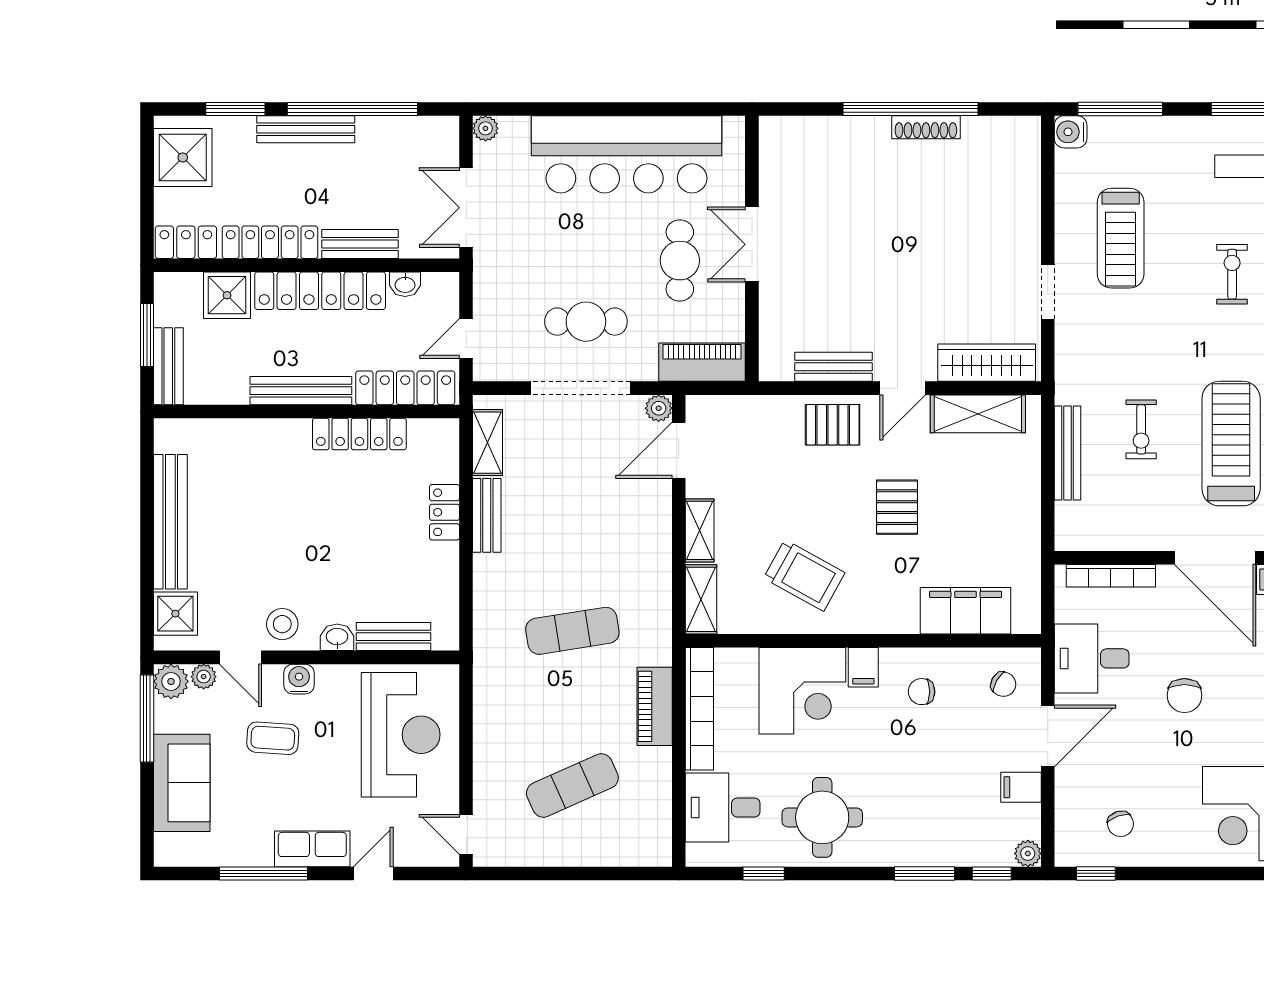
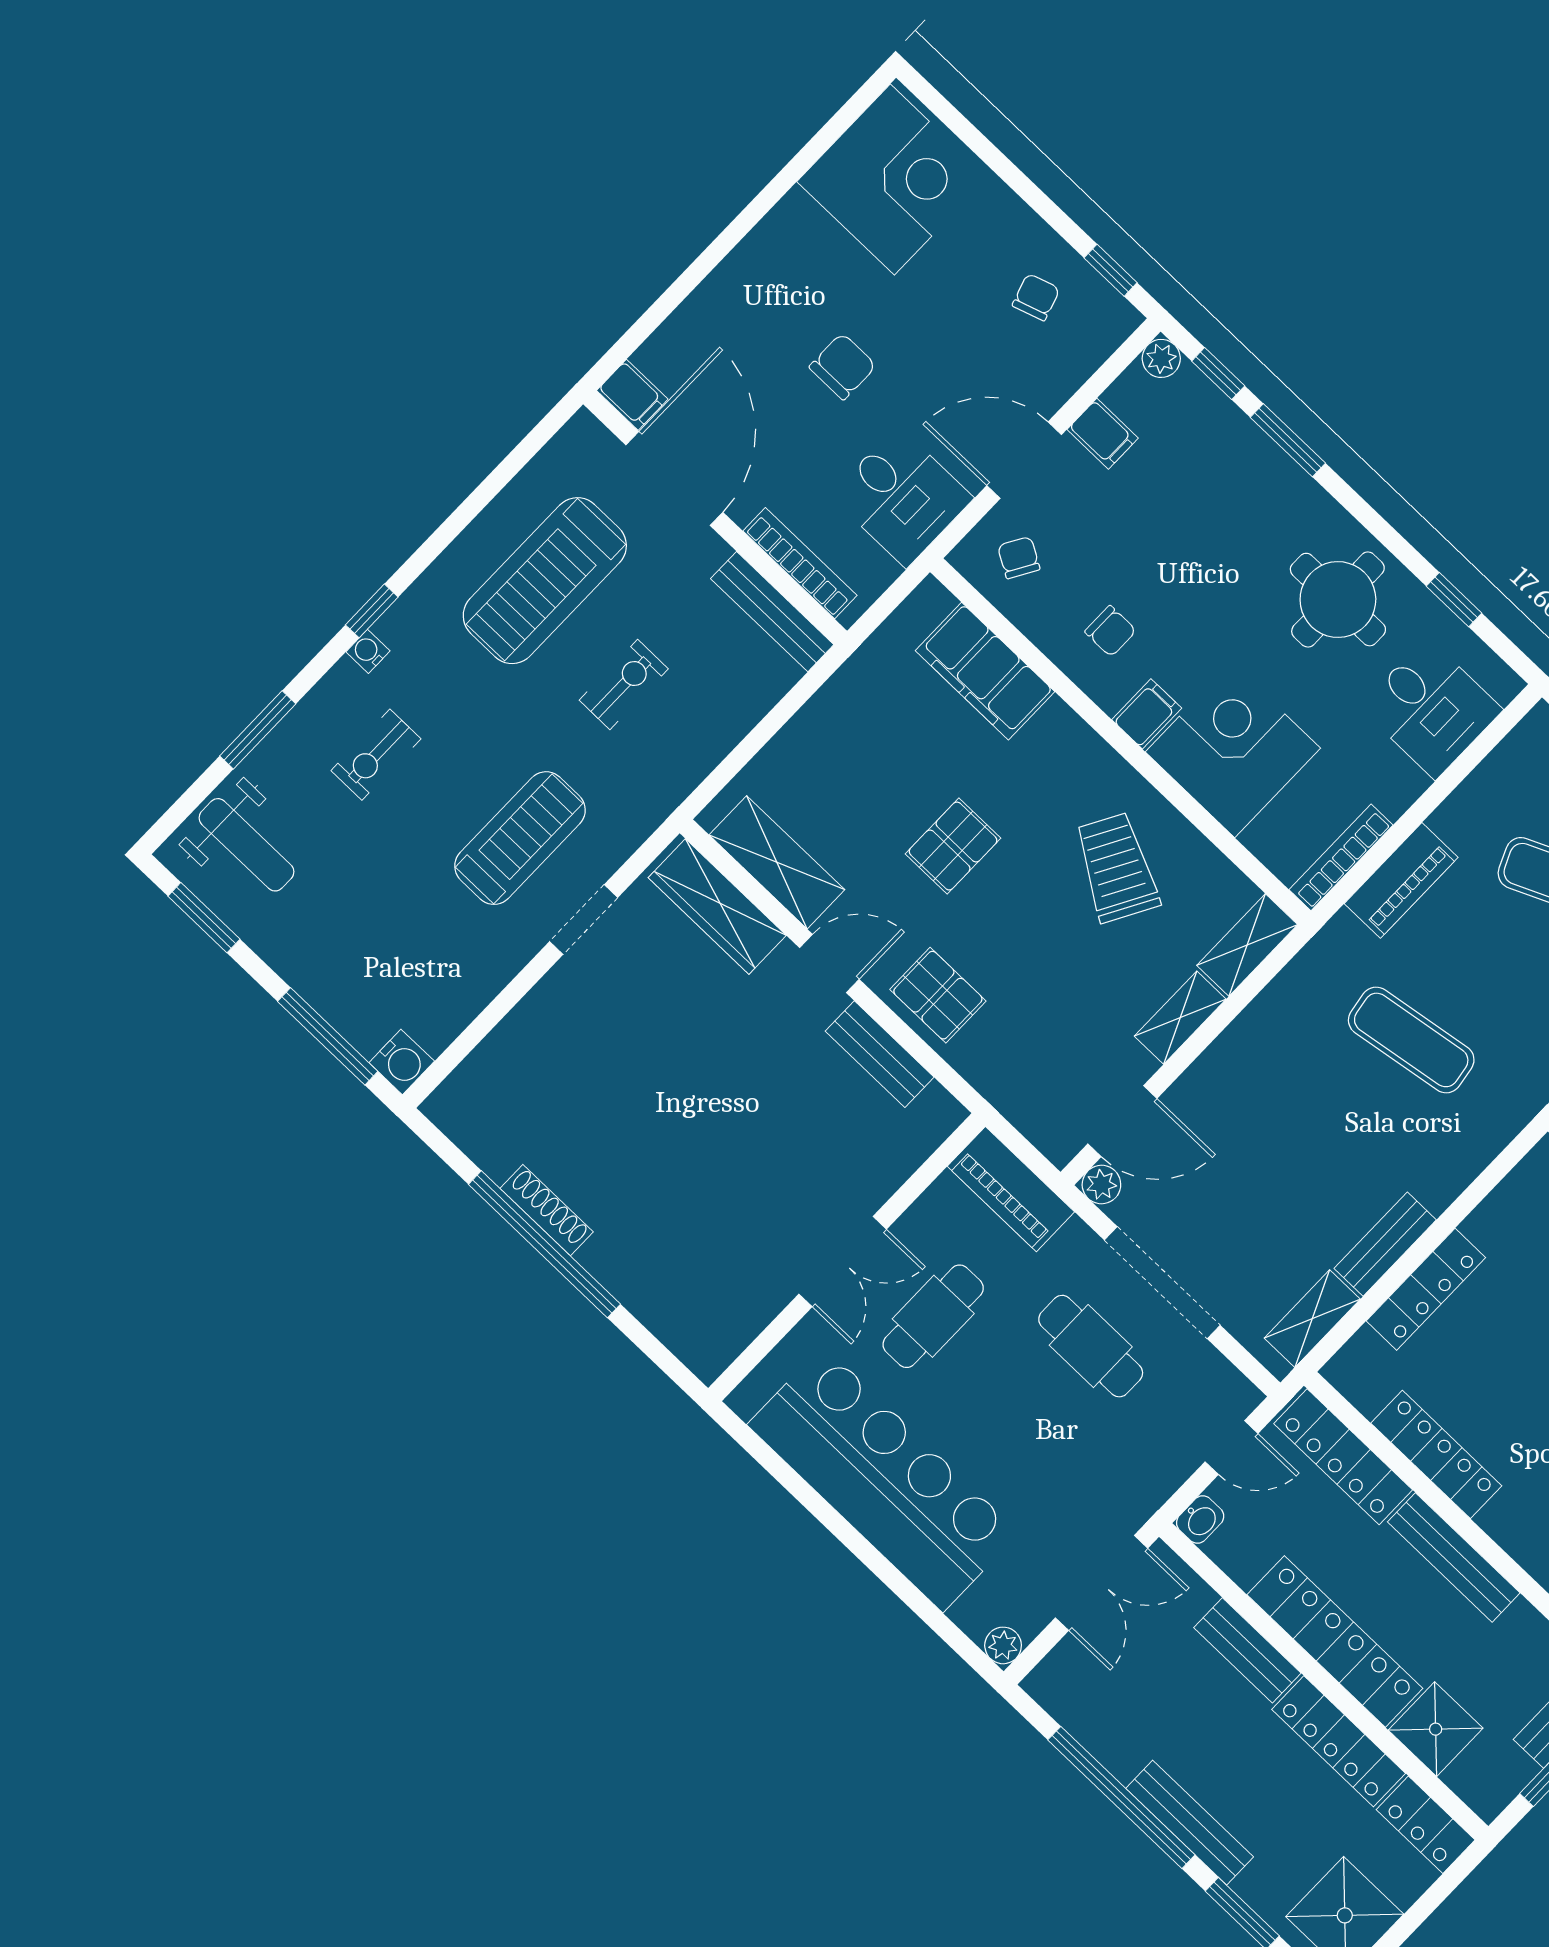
treadmill: (1121, 238) -> (520, 838), moved
washbasin: (405, 284) -> (1200, 1519), moved, turned 90
bench: (1068, 453) -> (772, 612), moved, turned 90
locker: (444, 512) -> (1426, 1289), width x1.53
bookcase: (699, 709) -> (1341, 857), width x0.68, depth x0.76

